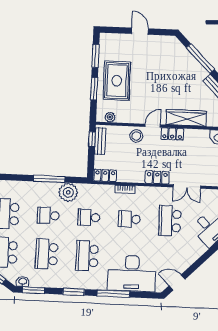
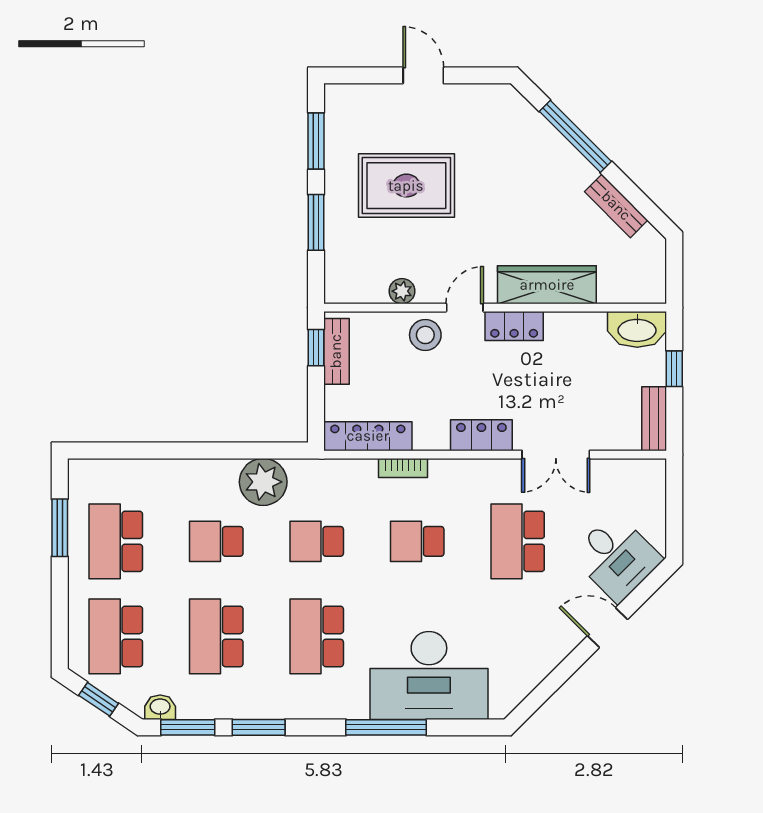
rug: (117, 81) -> (406, 186), moved, turned 90
plant: (110, 117) -> (402, 291), moved
locker: (105, 176) -> (368, 436), width x1.53
window: (49, 179) -> (215, 450), removed
door: (177, 282) -> (607, 628), moved
window: (74, 292) -> (259, 727), moved

